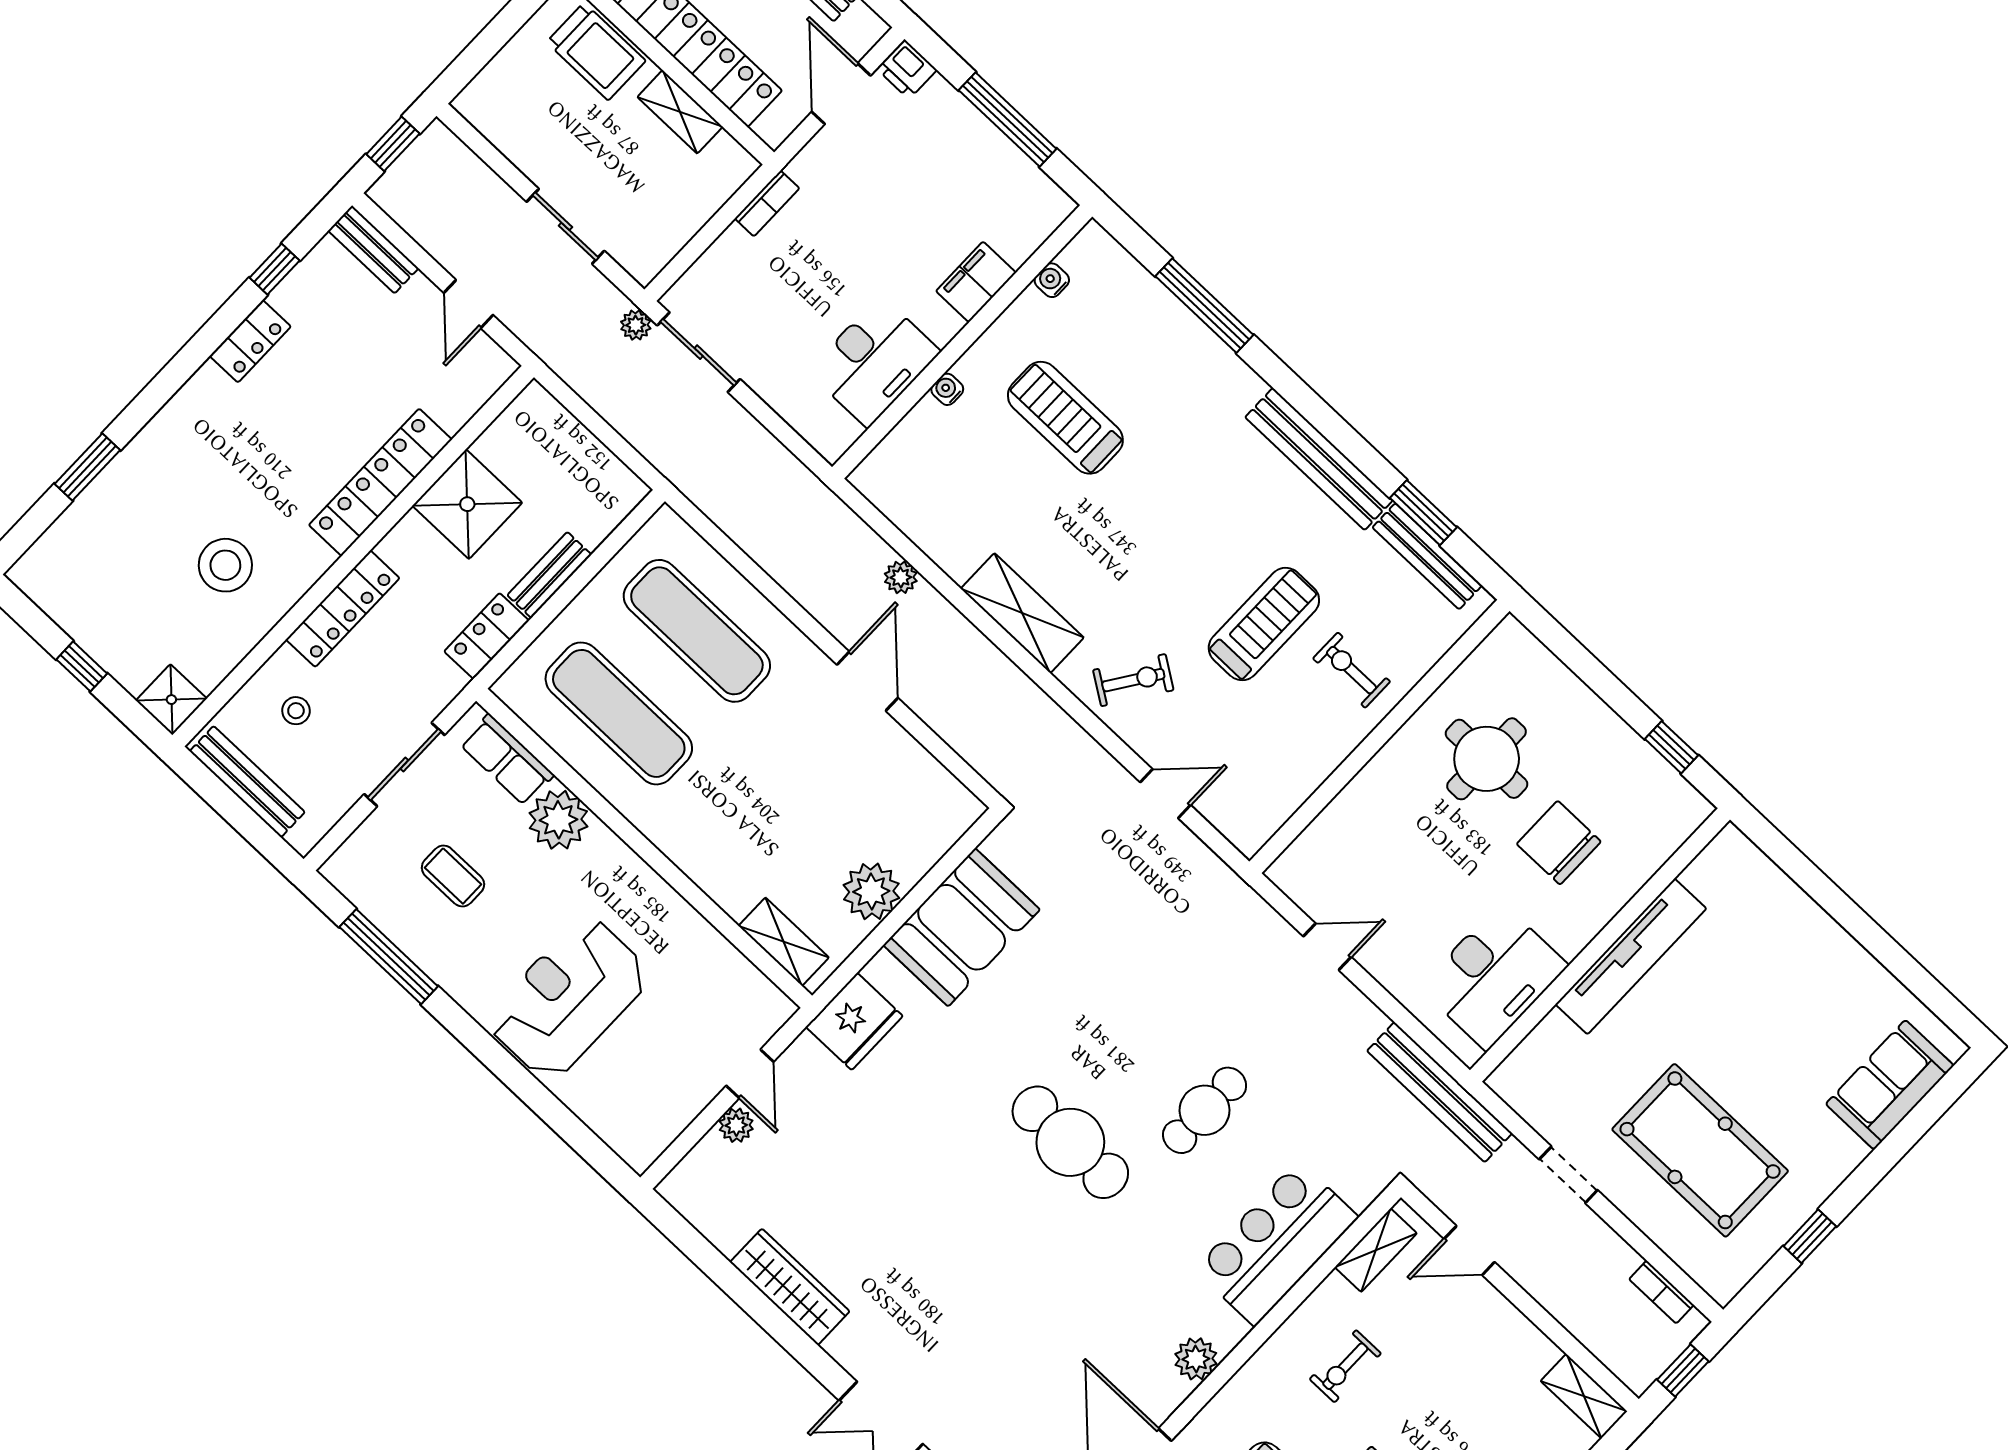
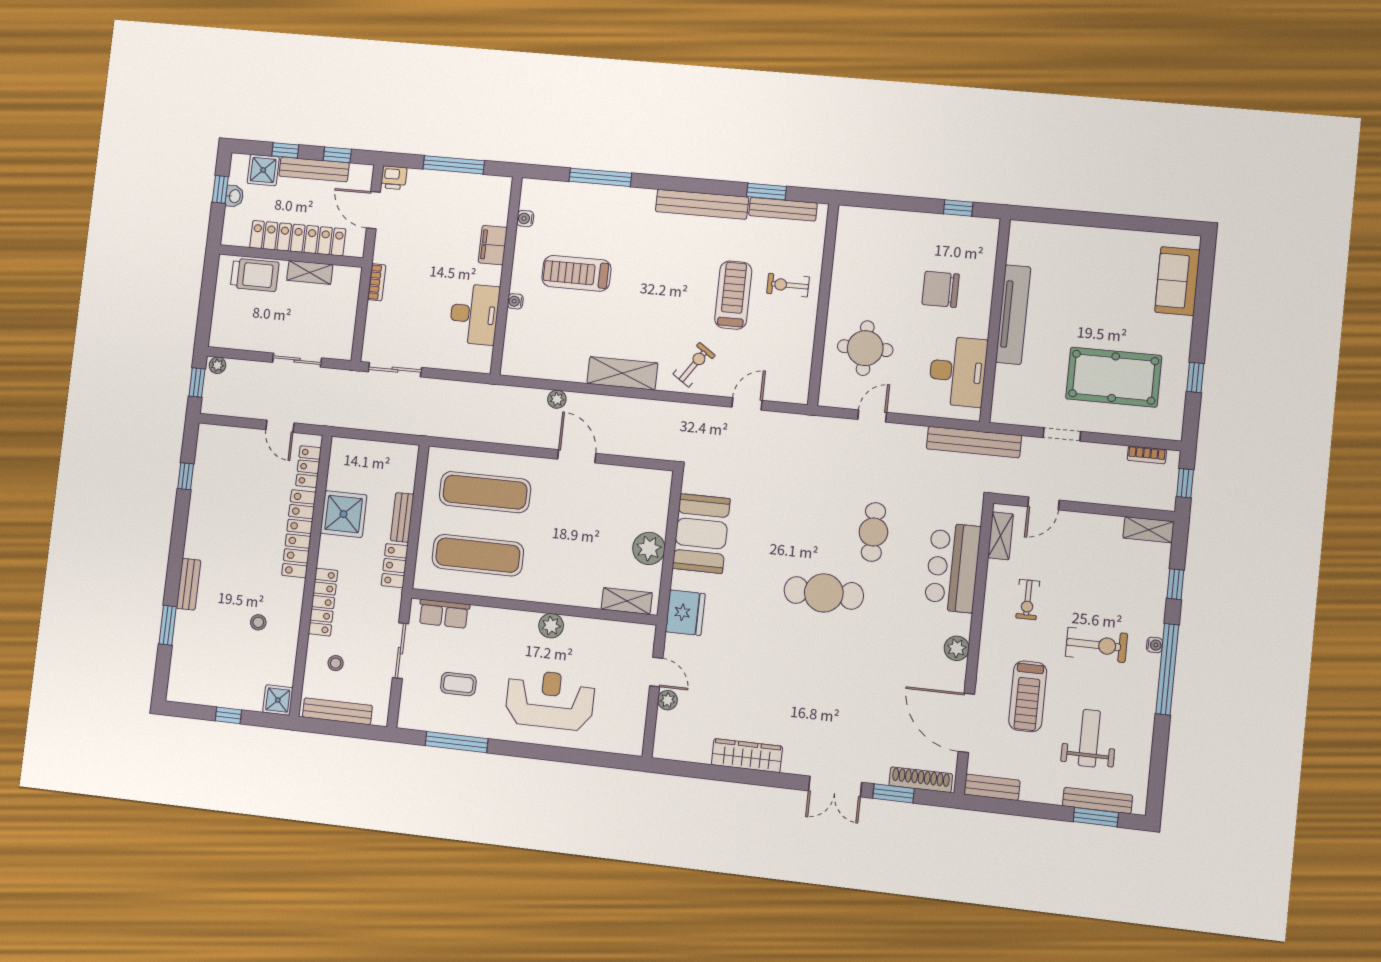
bench: (373, 249) -> (189, 584), moved, turned 90
plant: (636, 325) -> (217, 365), moved
locker: (250, 341) -> (308, 467), moved, turned 180
stool: (225, 565) -> (258, 622), width x0.53, depth x0.53
round table: (1487, 759) -> (865, 348), moved
plant: (558, 820) -> (551, 626), moved, width x0.73, depth x0.73
reception desk: (568, 998) -> (550, 700), turned 90

